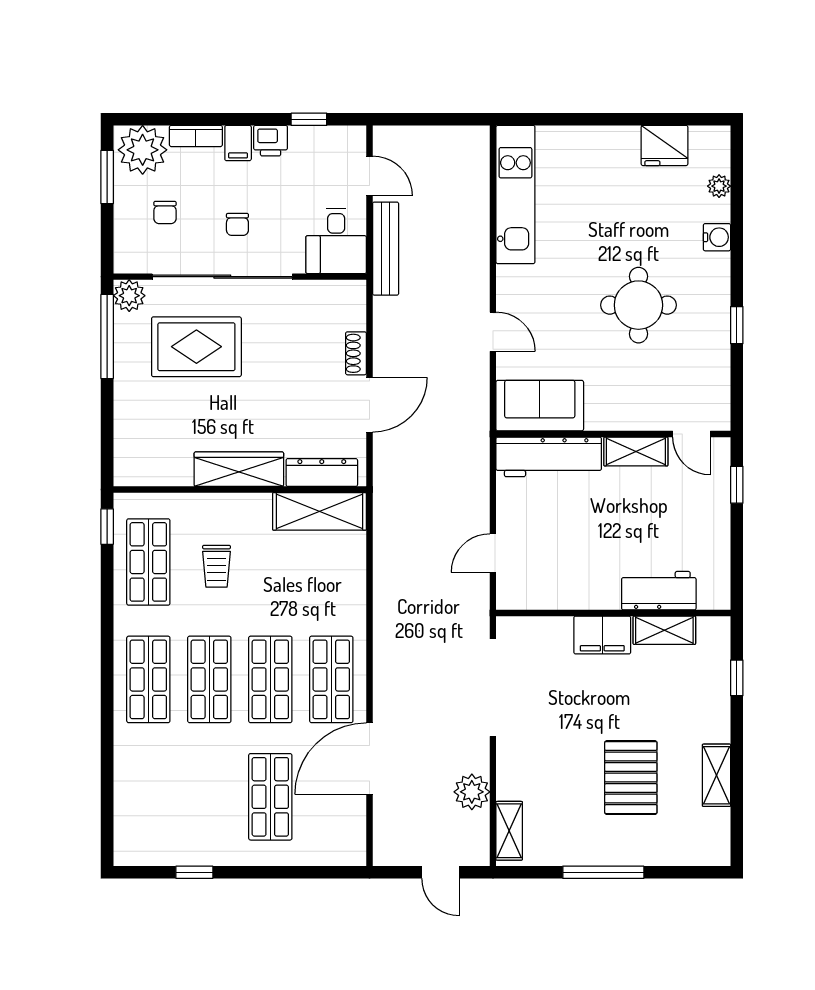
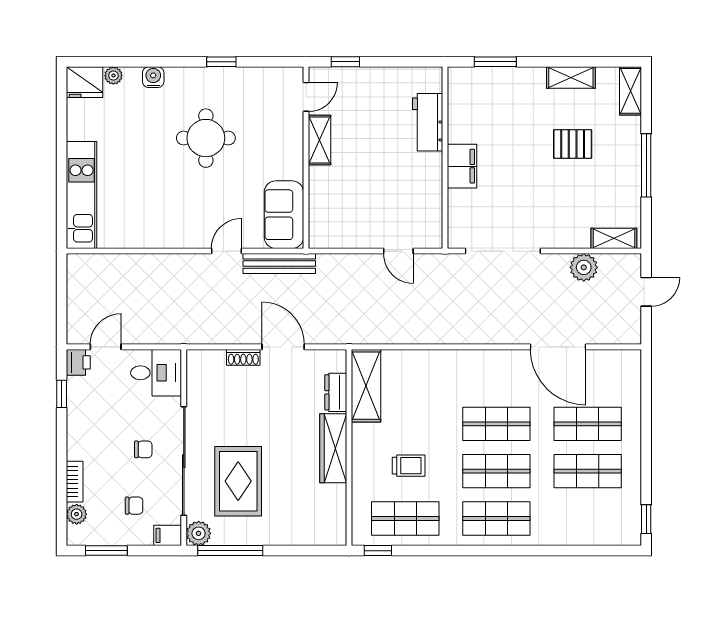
printer: (271, 141) -> (78, 362), moved
filing cabinet: (238, 143) -> (168, 535), moved, turned 180
fridge: (665, 145) -> (84, 82), moved, turned 90
plant: (143, 150) -> (77, 514), width x0.53, depth x0.53
kitchen unit: (515, 195) -> (82, 195), moved, turned 90
bench: (386, 249) -> (279, 264), moved
workbench: (549, 457) -> (324, 208), removed
dresser: (322, 473) -> (336, 392), width x0.70
shelving: (664, 630) -> (630, 91), moved
window: (737, 678) -> (495, 62), width x1.50
shop shelf: (331, 679) -> (588, 471), moved
pallet: (631, 778) -> (573, 144), width x0.67, depth x0.71
window: (194, 872) -> (646, 519), moved

